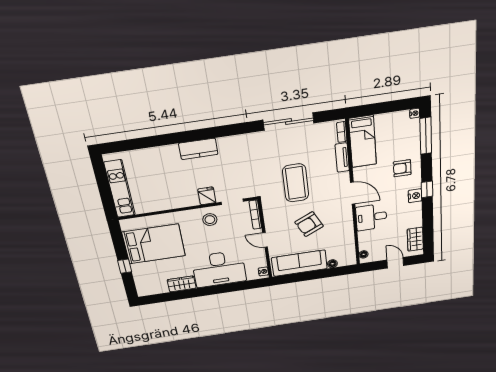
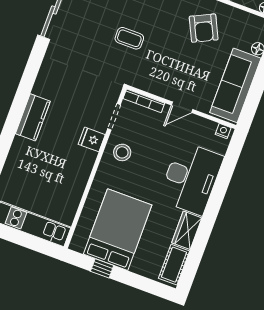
coffee table: (296, 183) -> (129, 38), width x0.54, depth x0.58
armchair: (309, 224) -> (204, 28), moved
window: (125, 266) -> (102, 268), moved
cot: (153, 288) -> (174, 265), added

